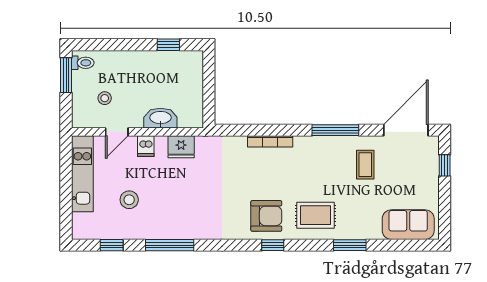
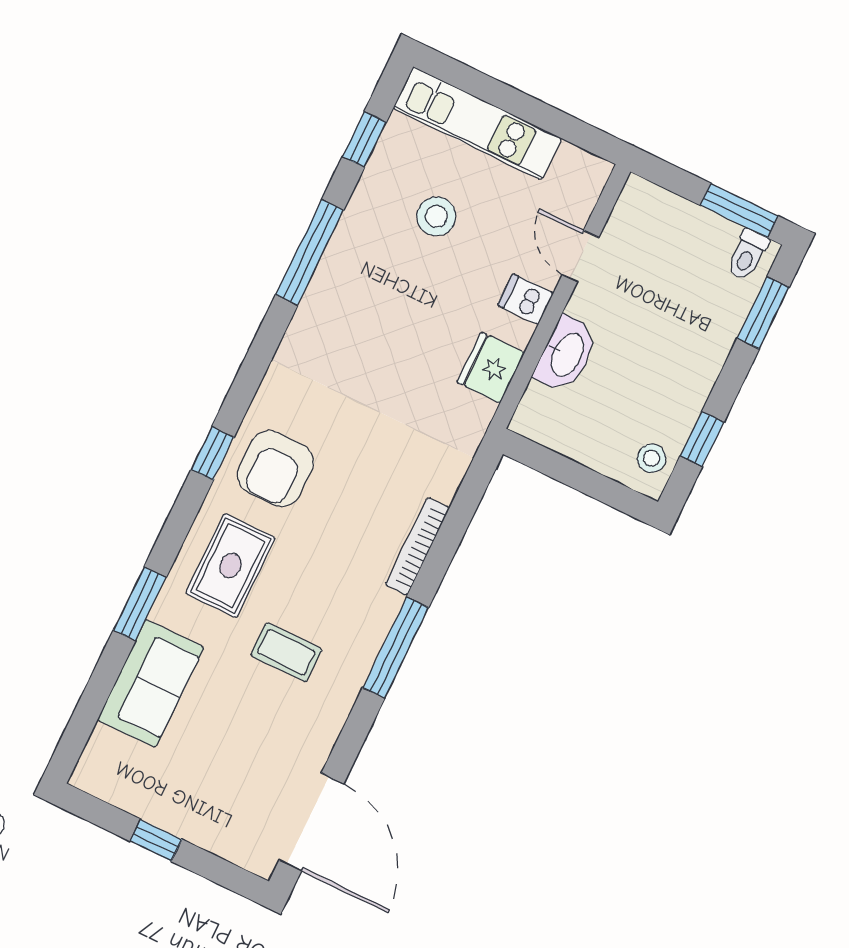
window: (104, 45) -> (763, 313), added
stool: (105, 98) -> (652, 458), moved
window: (335, 130) -> (396, 648), moved
coffee table: (365, 165) -> (286, 652), moved
window: (445, 165) -> (156, 840), moved
kitchen unit: (82, 174) -> (477, 123), moved
sofa: (408, 225) -> (151, 683), moved

